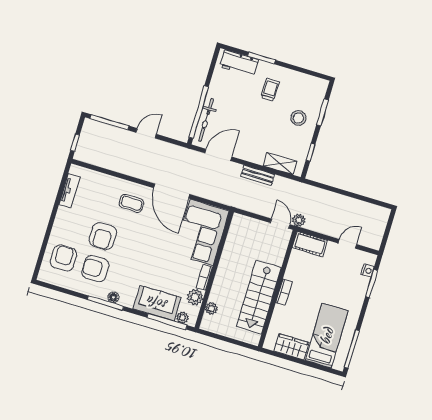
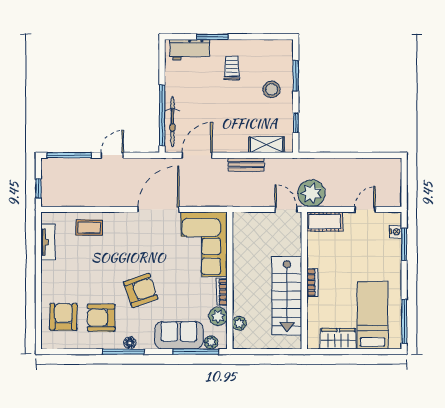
door: (172, 191) -> (158, 209), swing flipped
coffee table: (132, 203) -> (89, 228), moved
plant: (299, 220) -> (311, 193), width x1.87, depth x1.87
armchair: (103, 236) -> (141, 290), moved, turned -109

